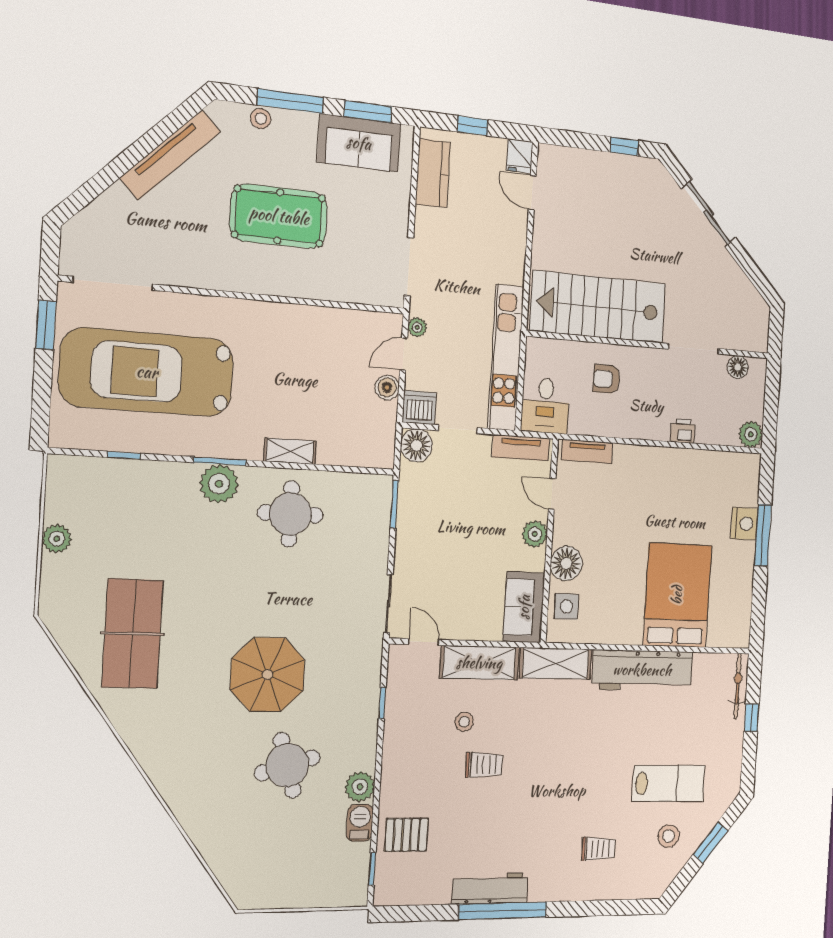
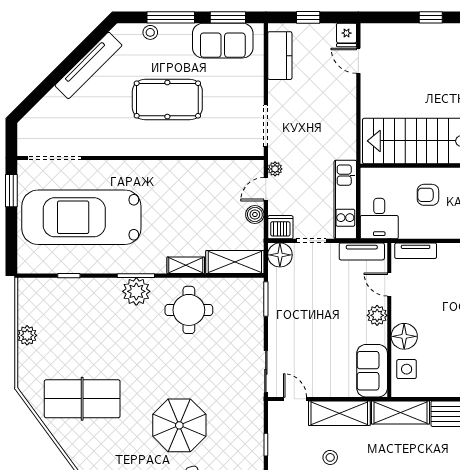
kitchen unit: (506, 357) -> (345, 200), width x0.73
shelving: (357, 451) -> (235, 262), added
table tennis table: (132, 634) -> (82, 399), turned 90

